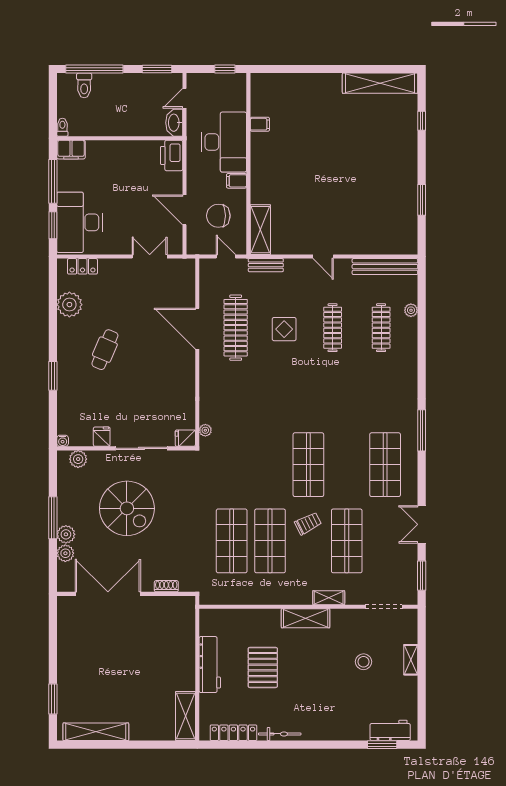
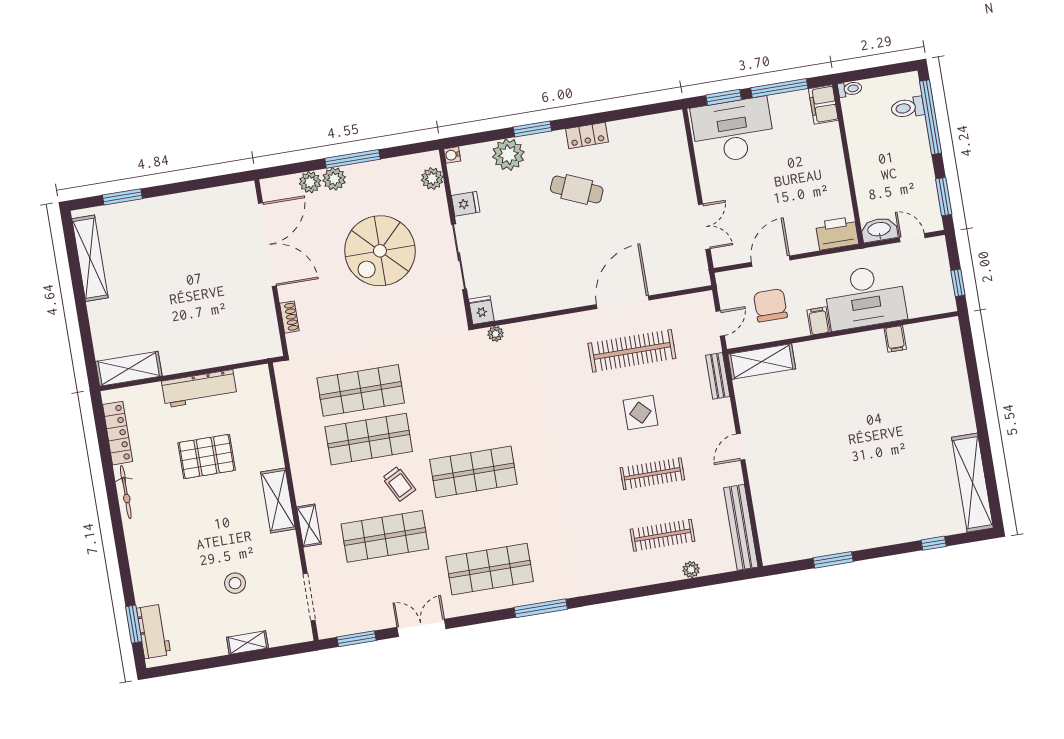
locker: (82, 266) -> (587, 135), moved, turned -90
plant: (69, 305) -> (508, 155), moved

